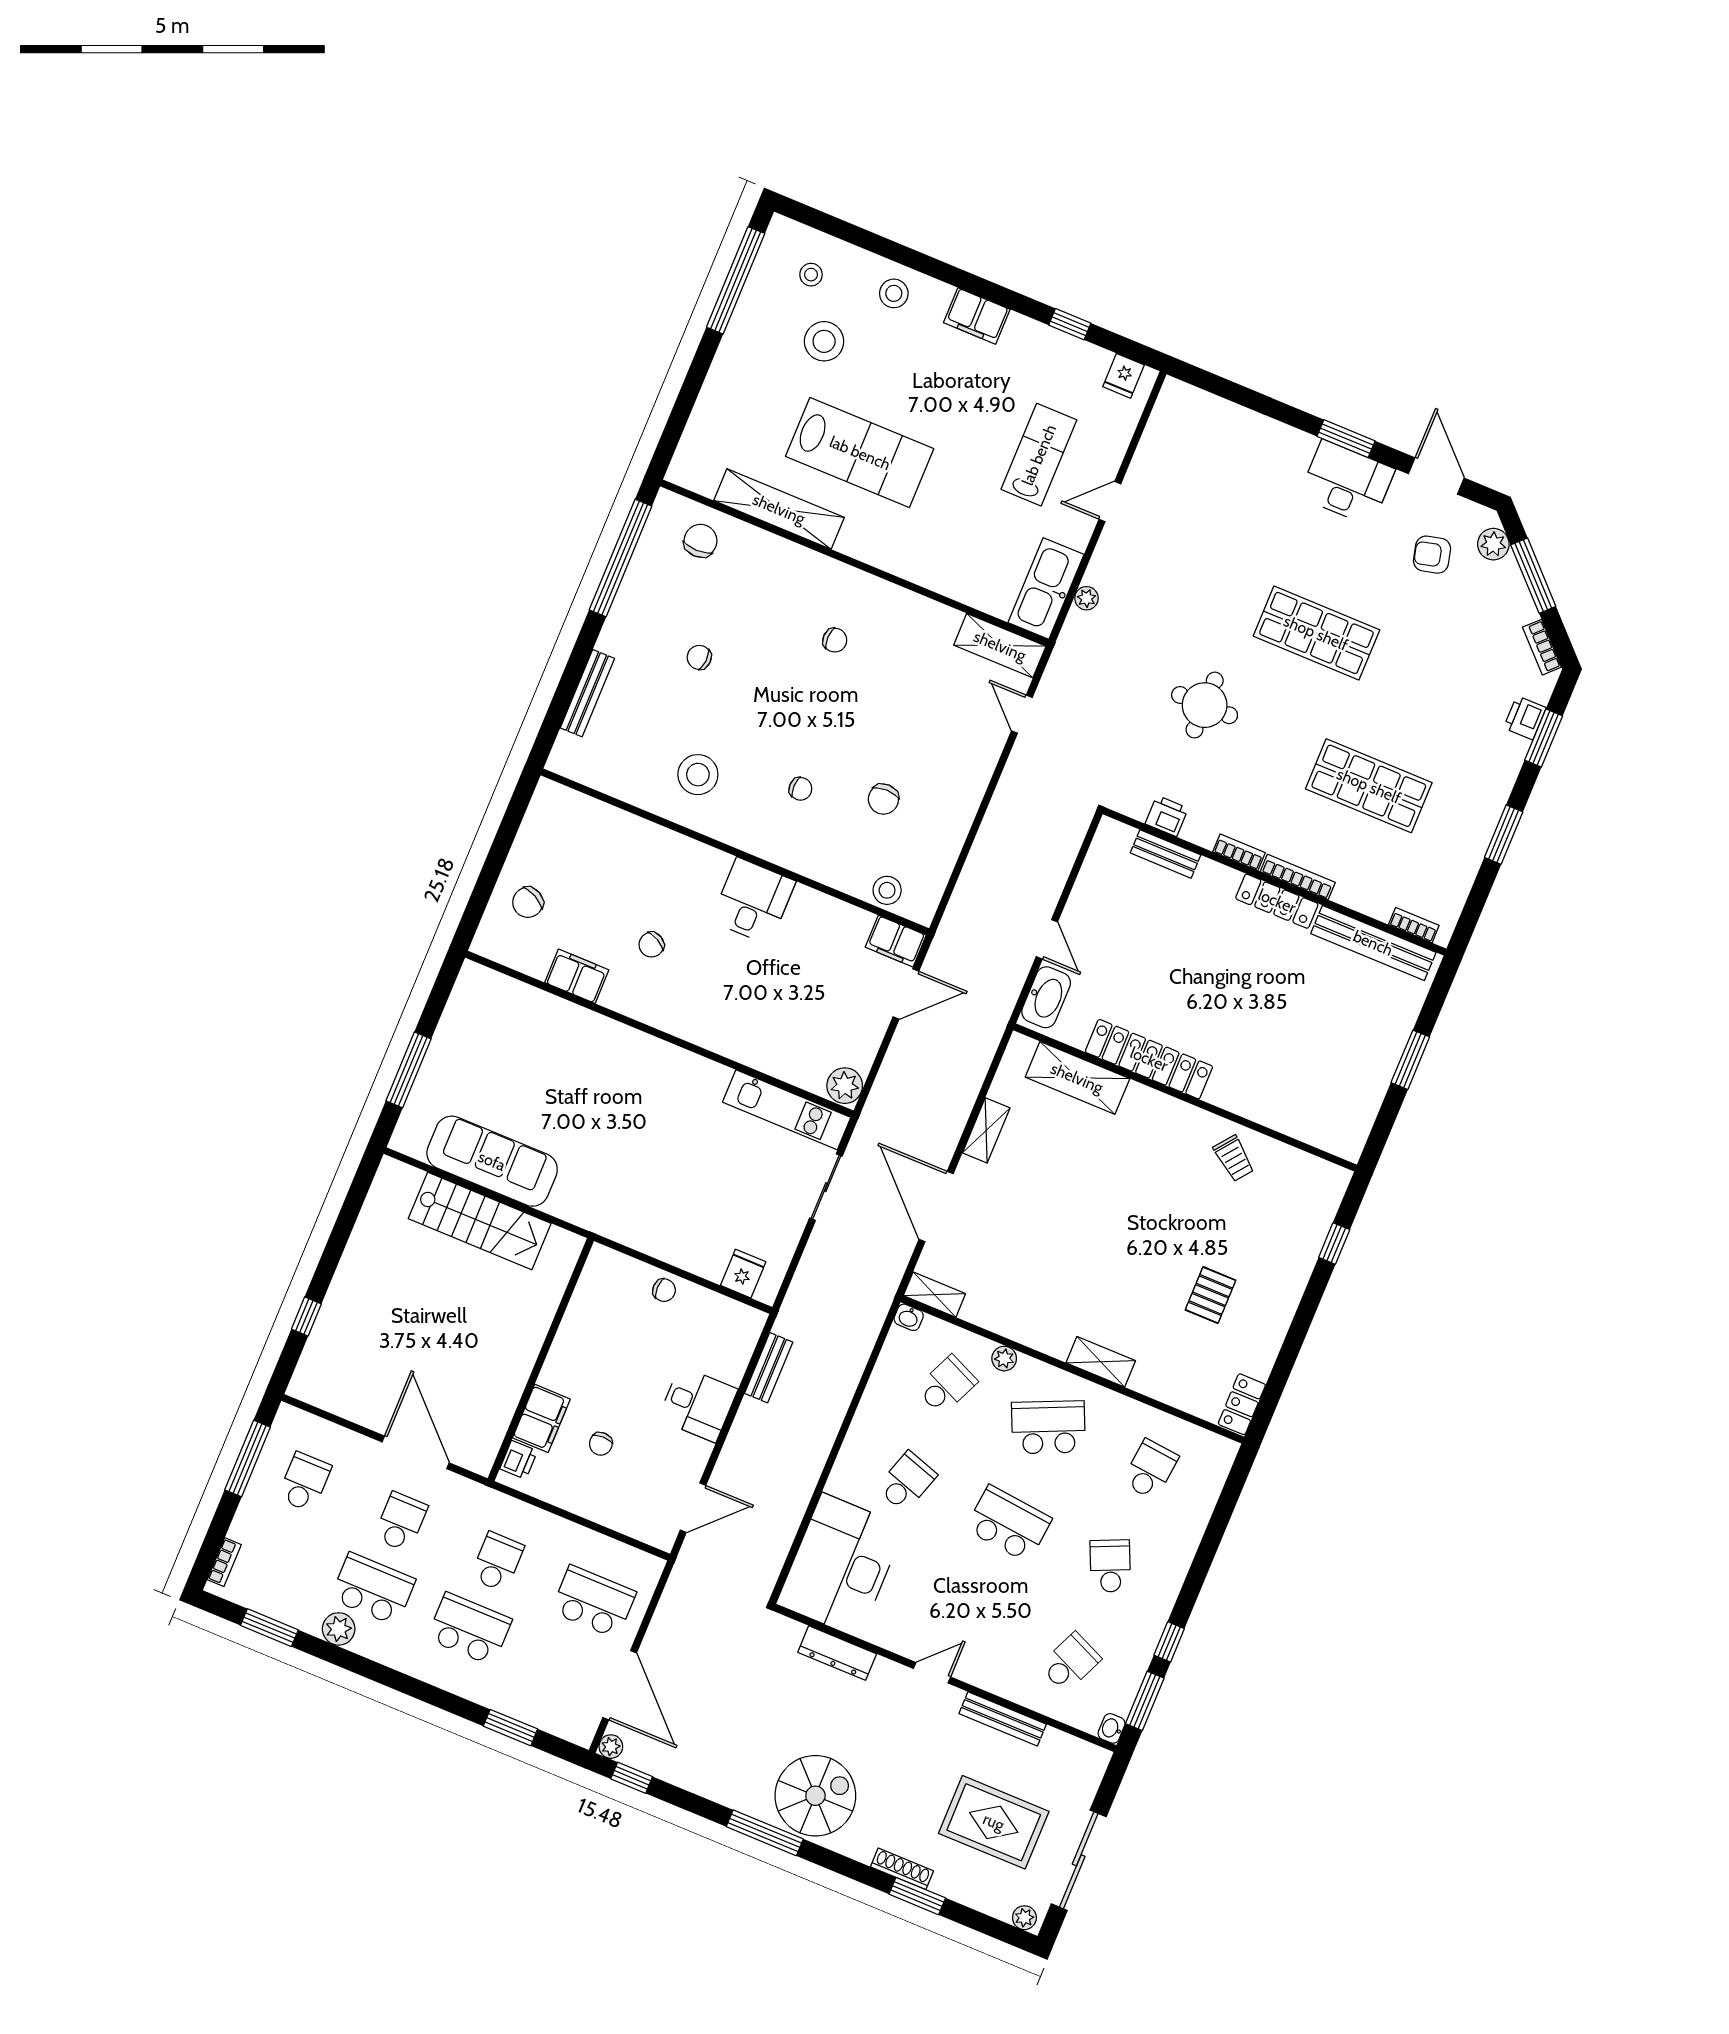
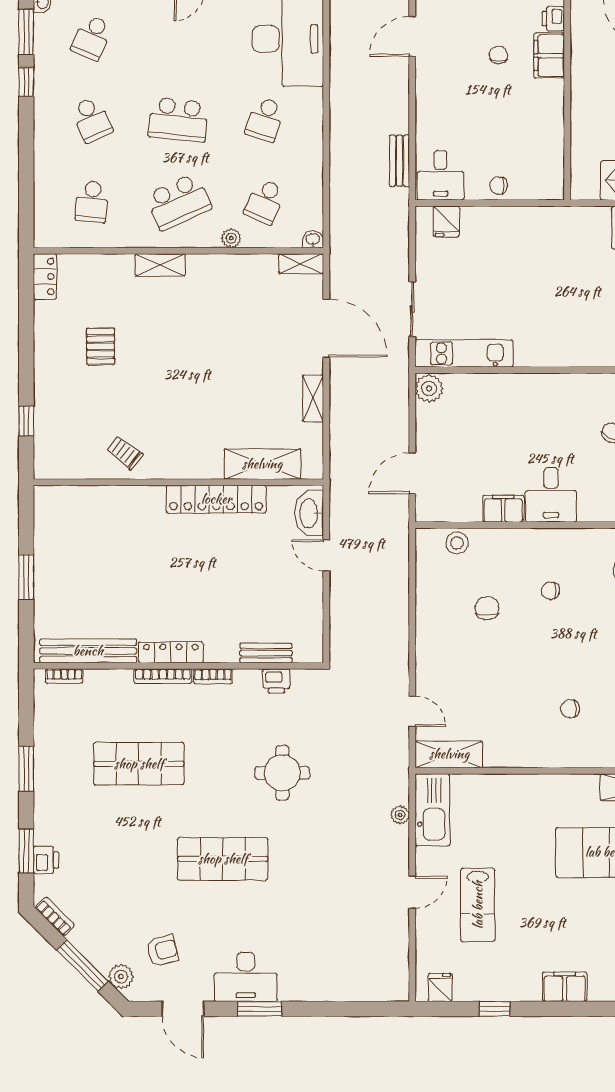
filing cabinet: (896, 941) -> (503, 509), moved
desk: (698, 1404) -> (440, 175), moved, turned -90

